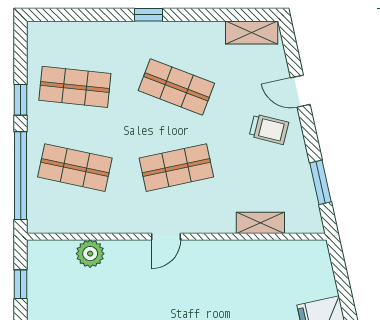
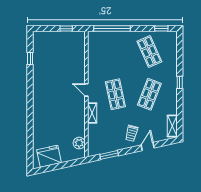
shop shelf: (75, 87) -> (149, 51), turned -30
window: (21, 100) -> (161, 29), moved
shop shelf: (75, 168) -> (115, 51), removed
shelving: (260, 223) -> (92, 113), moved
plant: (90, 254) -> (79, 143), moved

